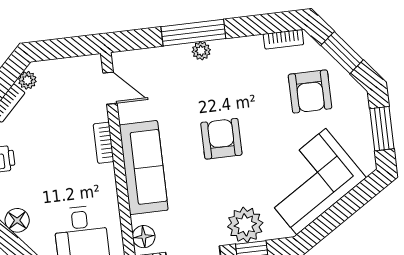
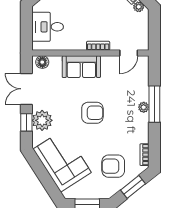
sofa: (144, 168) -> (81, 67), width x0.73

